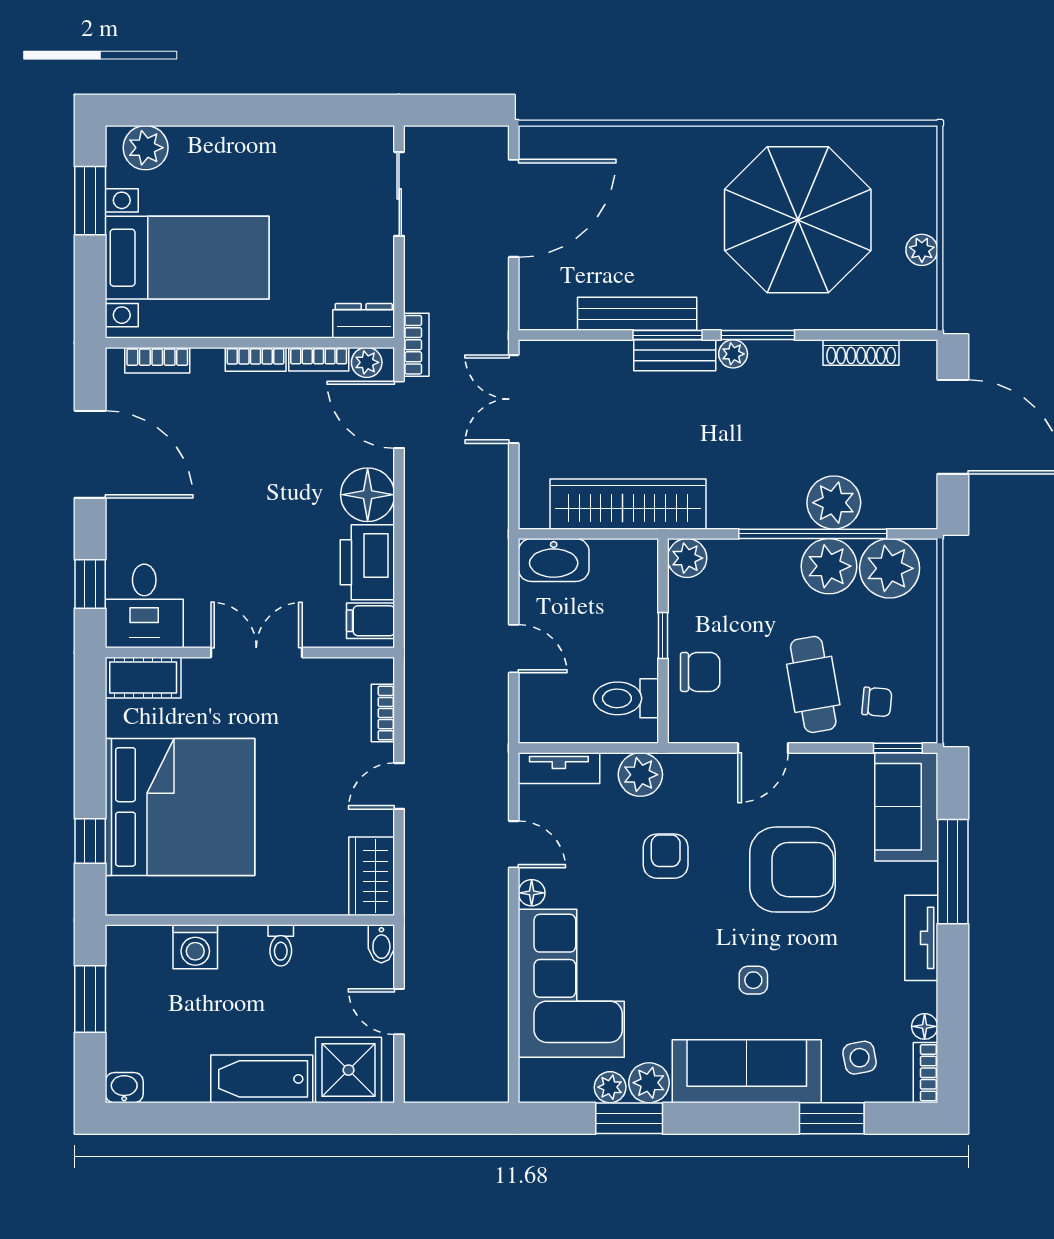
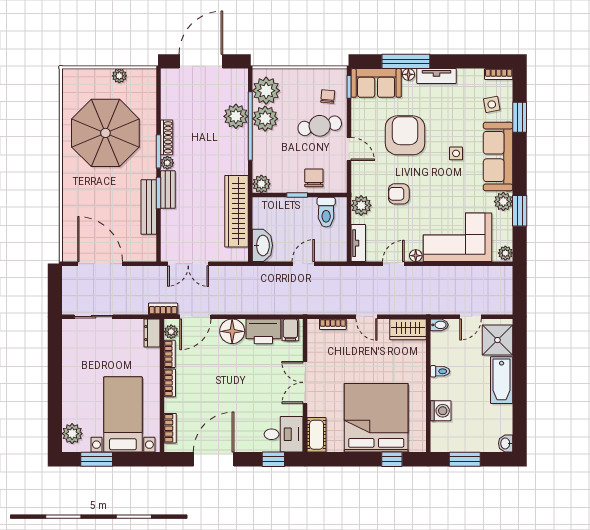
shoe rack: (861, 352) -> (167, 137), moved
floor lamp: (925, 1026) -> (408, 74), moved
plant: (610, 1087) -> (505, 253), moved

